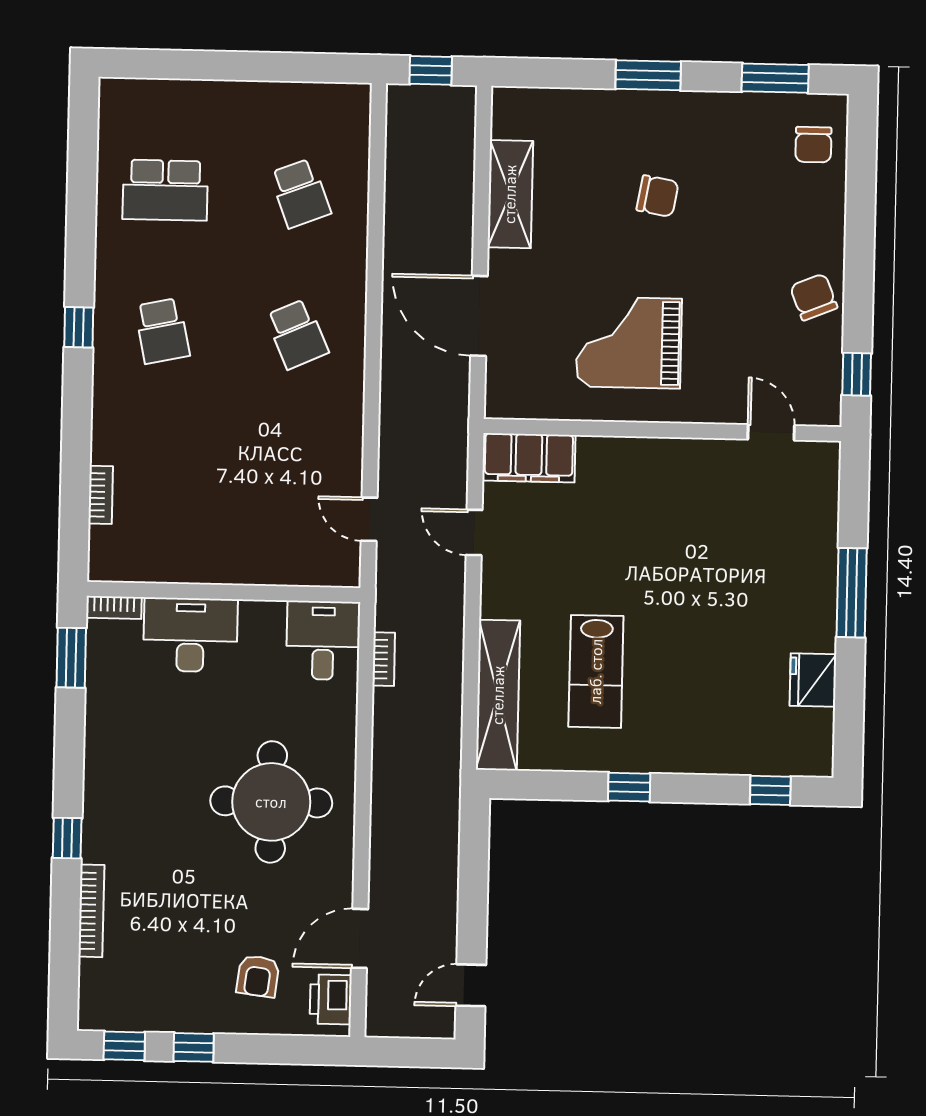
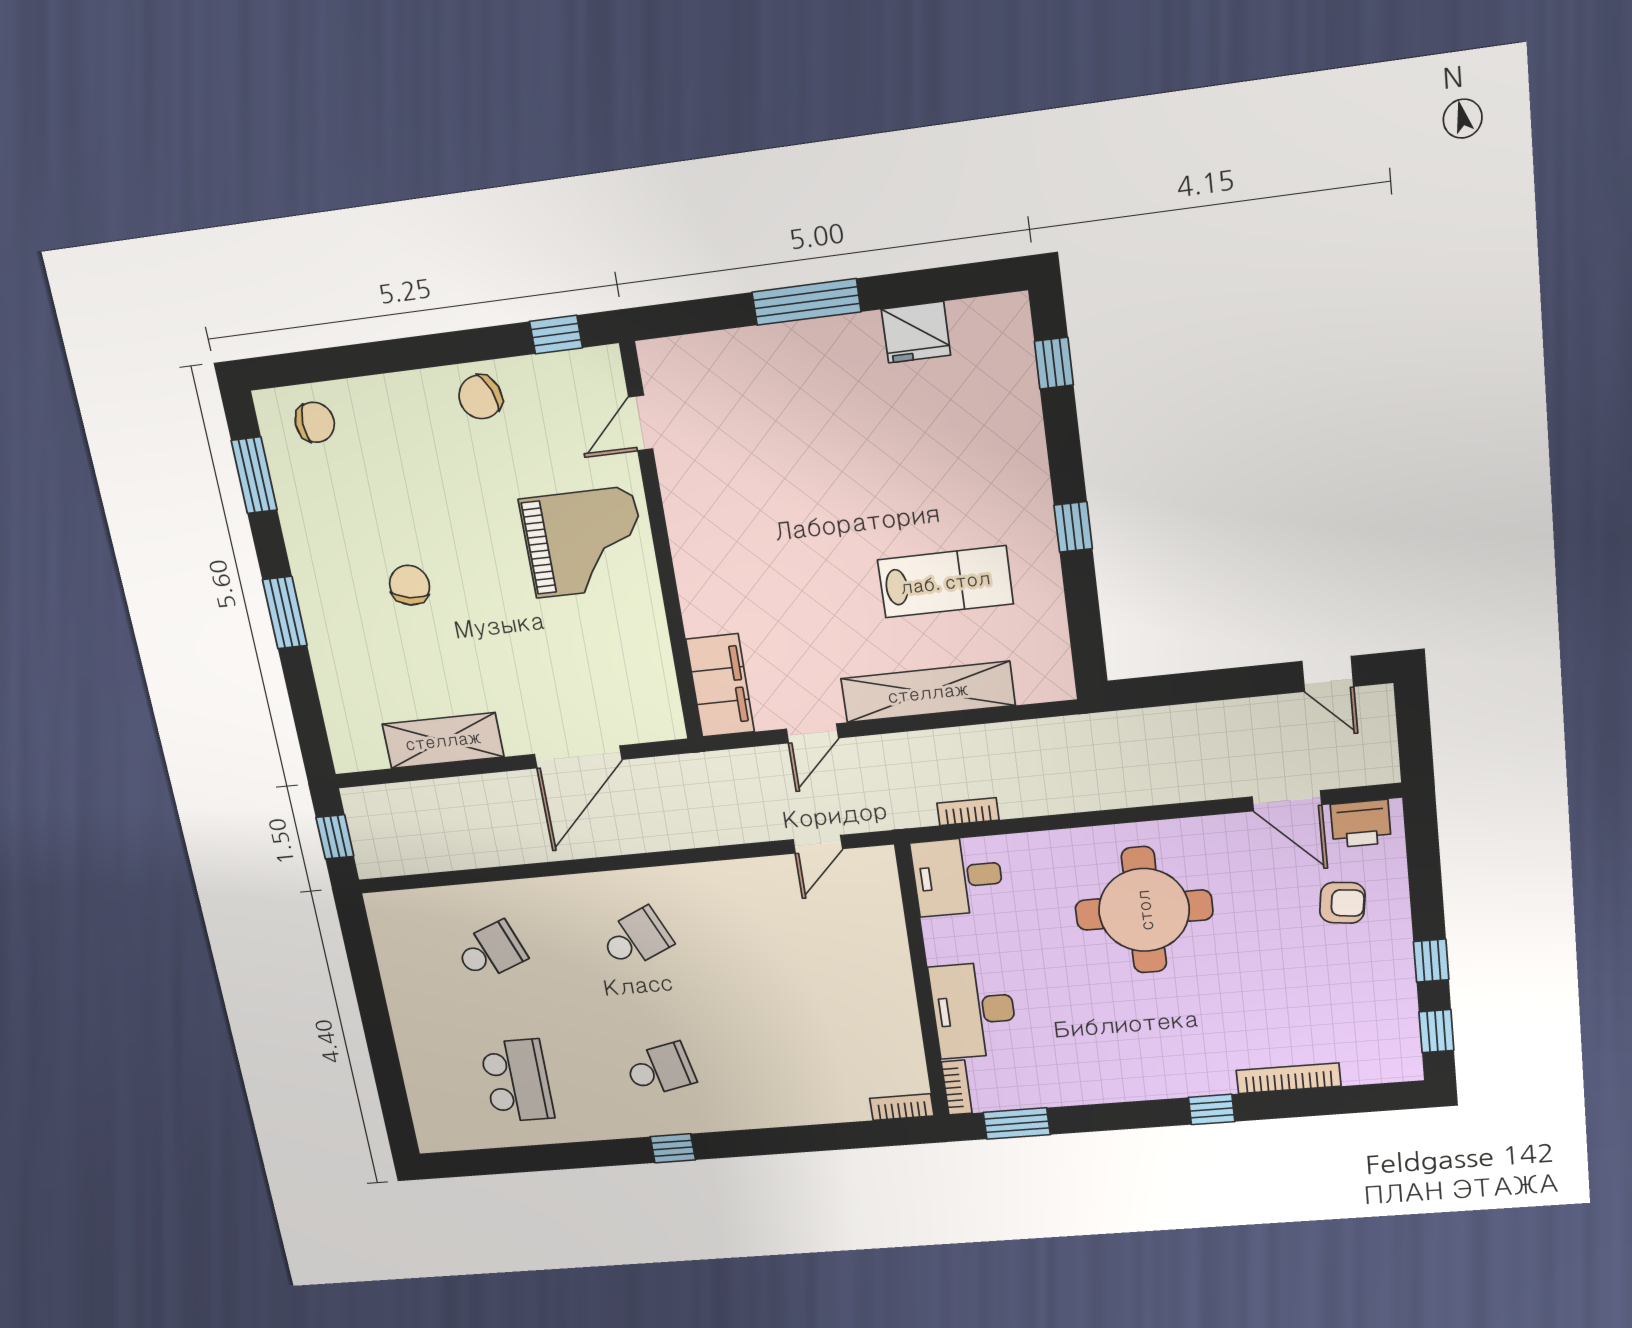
grand piano: (629, 343) -> (584, 542), moved, turned -90
bookcase: (101, 495) -> (902, 1107), moved
shelving: (498, 695) -> (928, 692), moved

